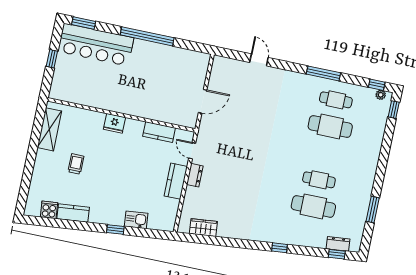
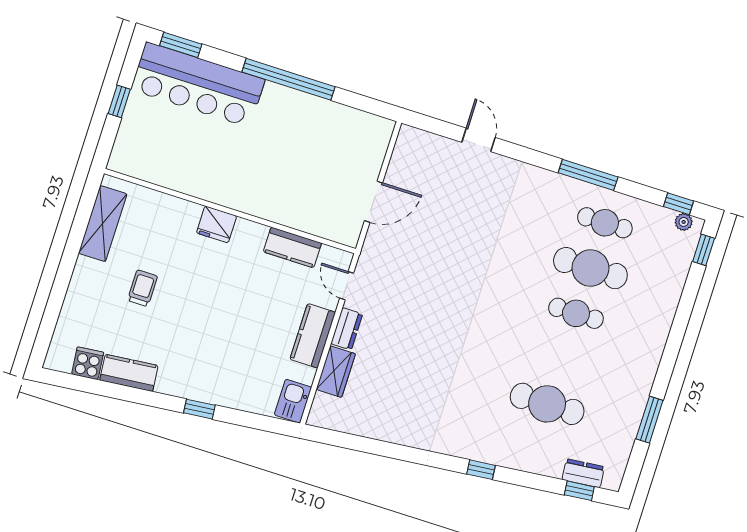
cafe table: (319, 180) -> (576, 313), moved
kitchen sink: (136, 220) -> (293, 401), moved, turned -84
wardrobe: (203, 228) -> (336, 372), moved, turned 96

